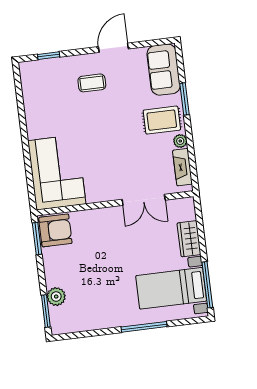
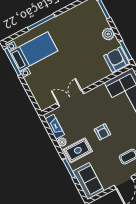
armchair: (116, 133) -> (102, 132), added
armchair: (55, 230) -> (116, 60), turned 90
wardrobe: (189, 239) -> (34, 85), removed
plant: (56, 297) -> (108, 34), moved

